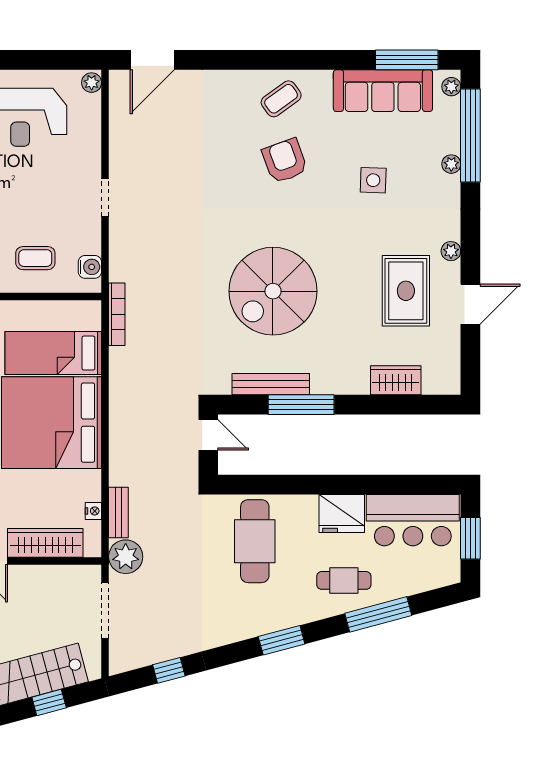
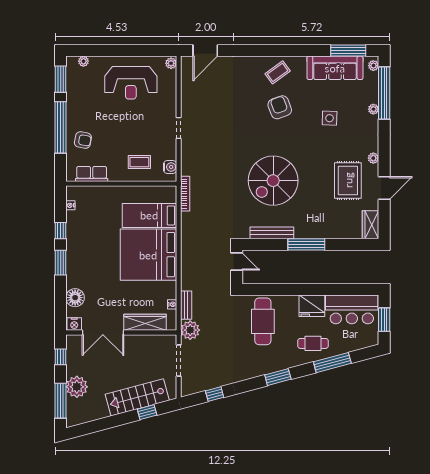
wardrobe: (396, 380) -> (371, 225), moved, turned -90
window: (301, 405) -> (306, 244), moved

